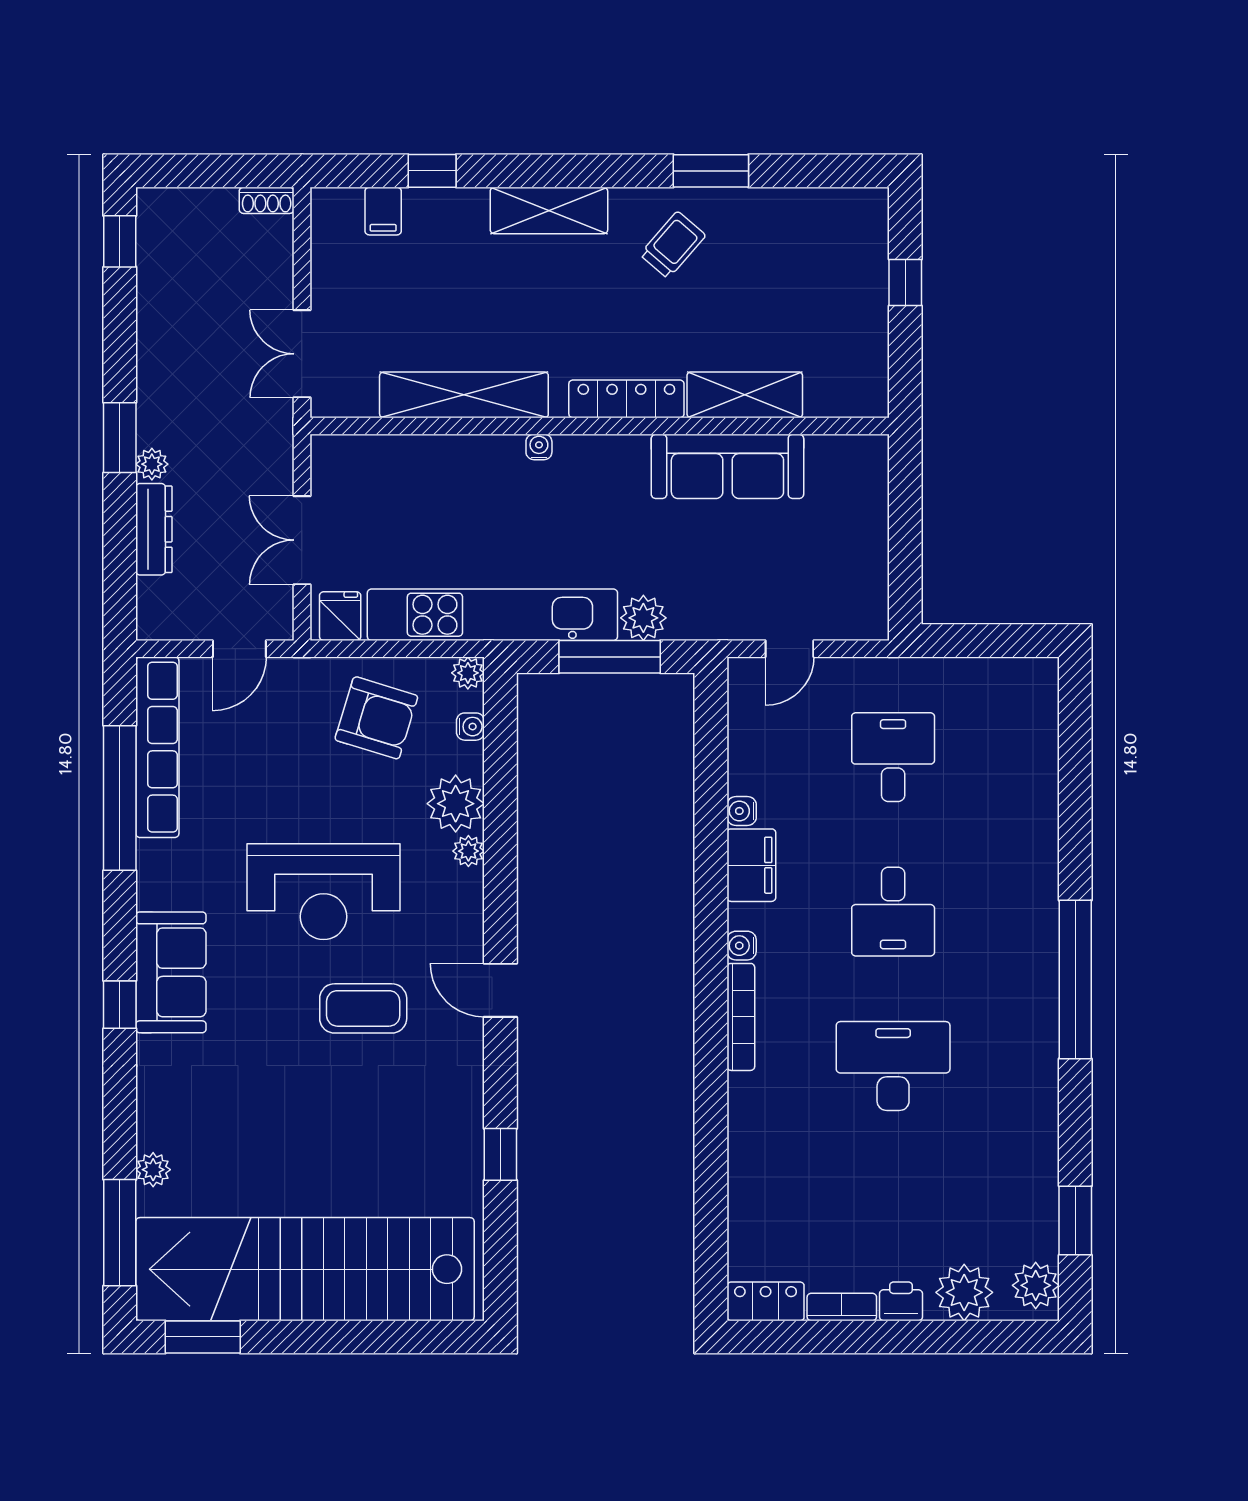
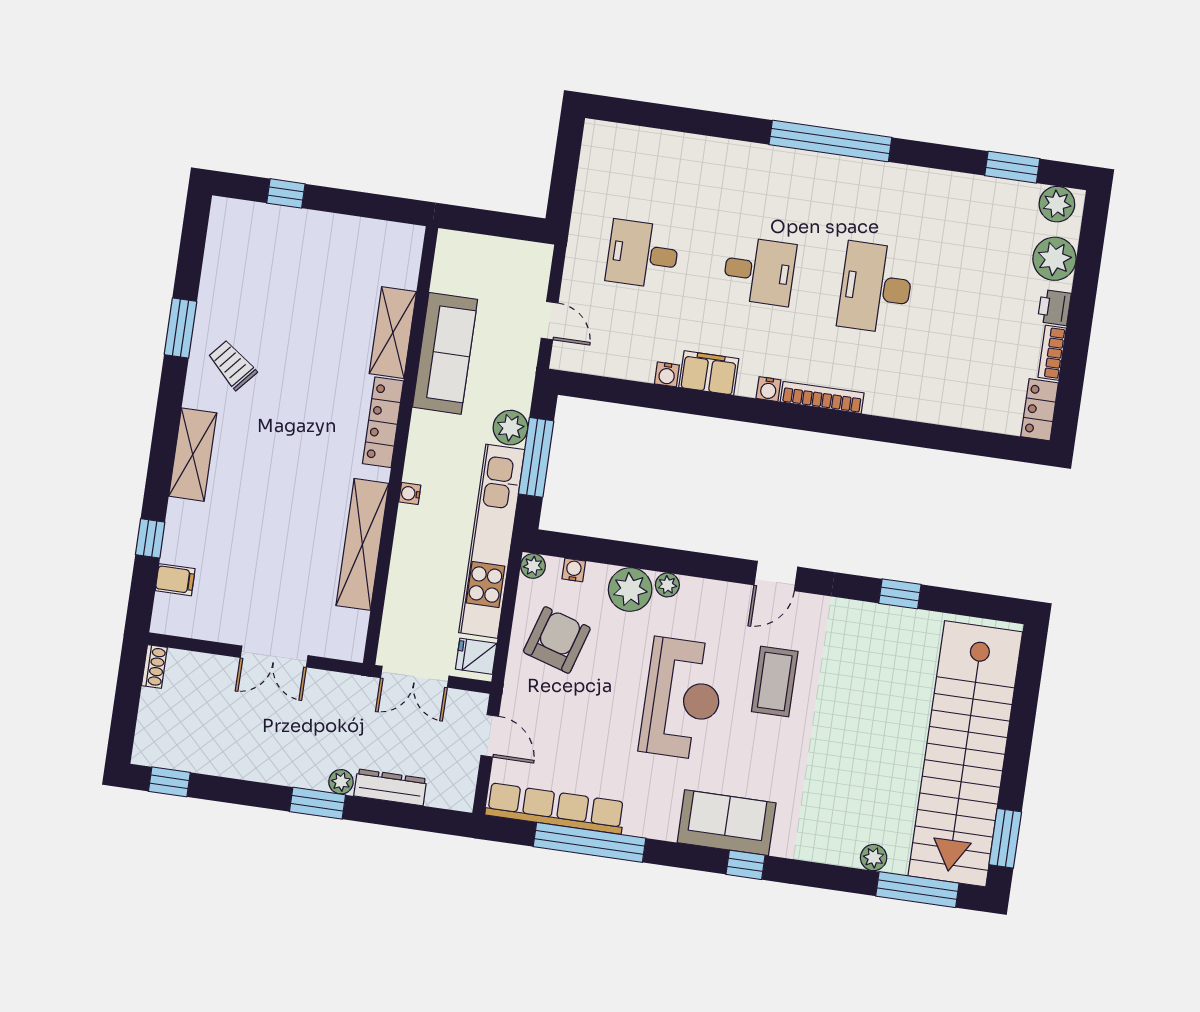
shelving: (464, 395) -> (362, 544), moved
shelving: (745, 395) -> (393, 333), moved
locker: (626, 399) -> (383, 422), moved
wall: (600, 426) -> (401, 446), moved
water cooler: (539, 447) -> (410, 494), moved
sofa: (727, 466) -> (445, 353), moved

